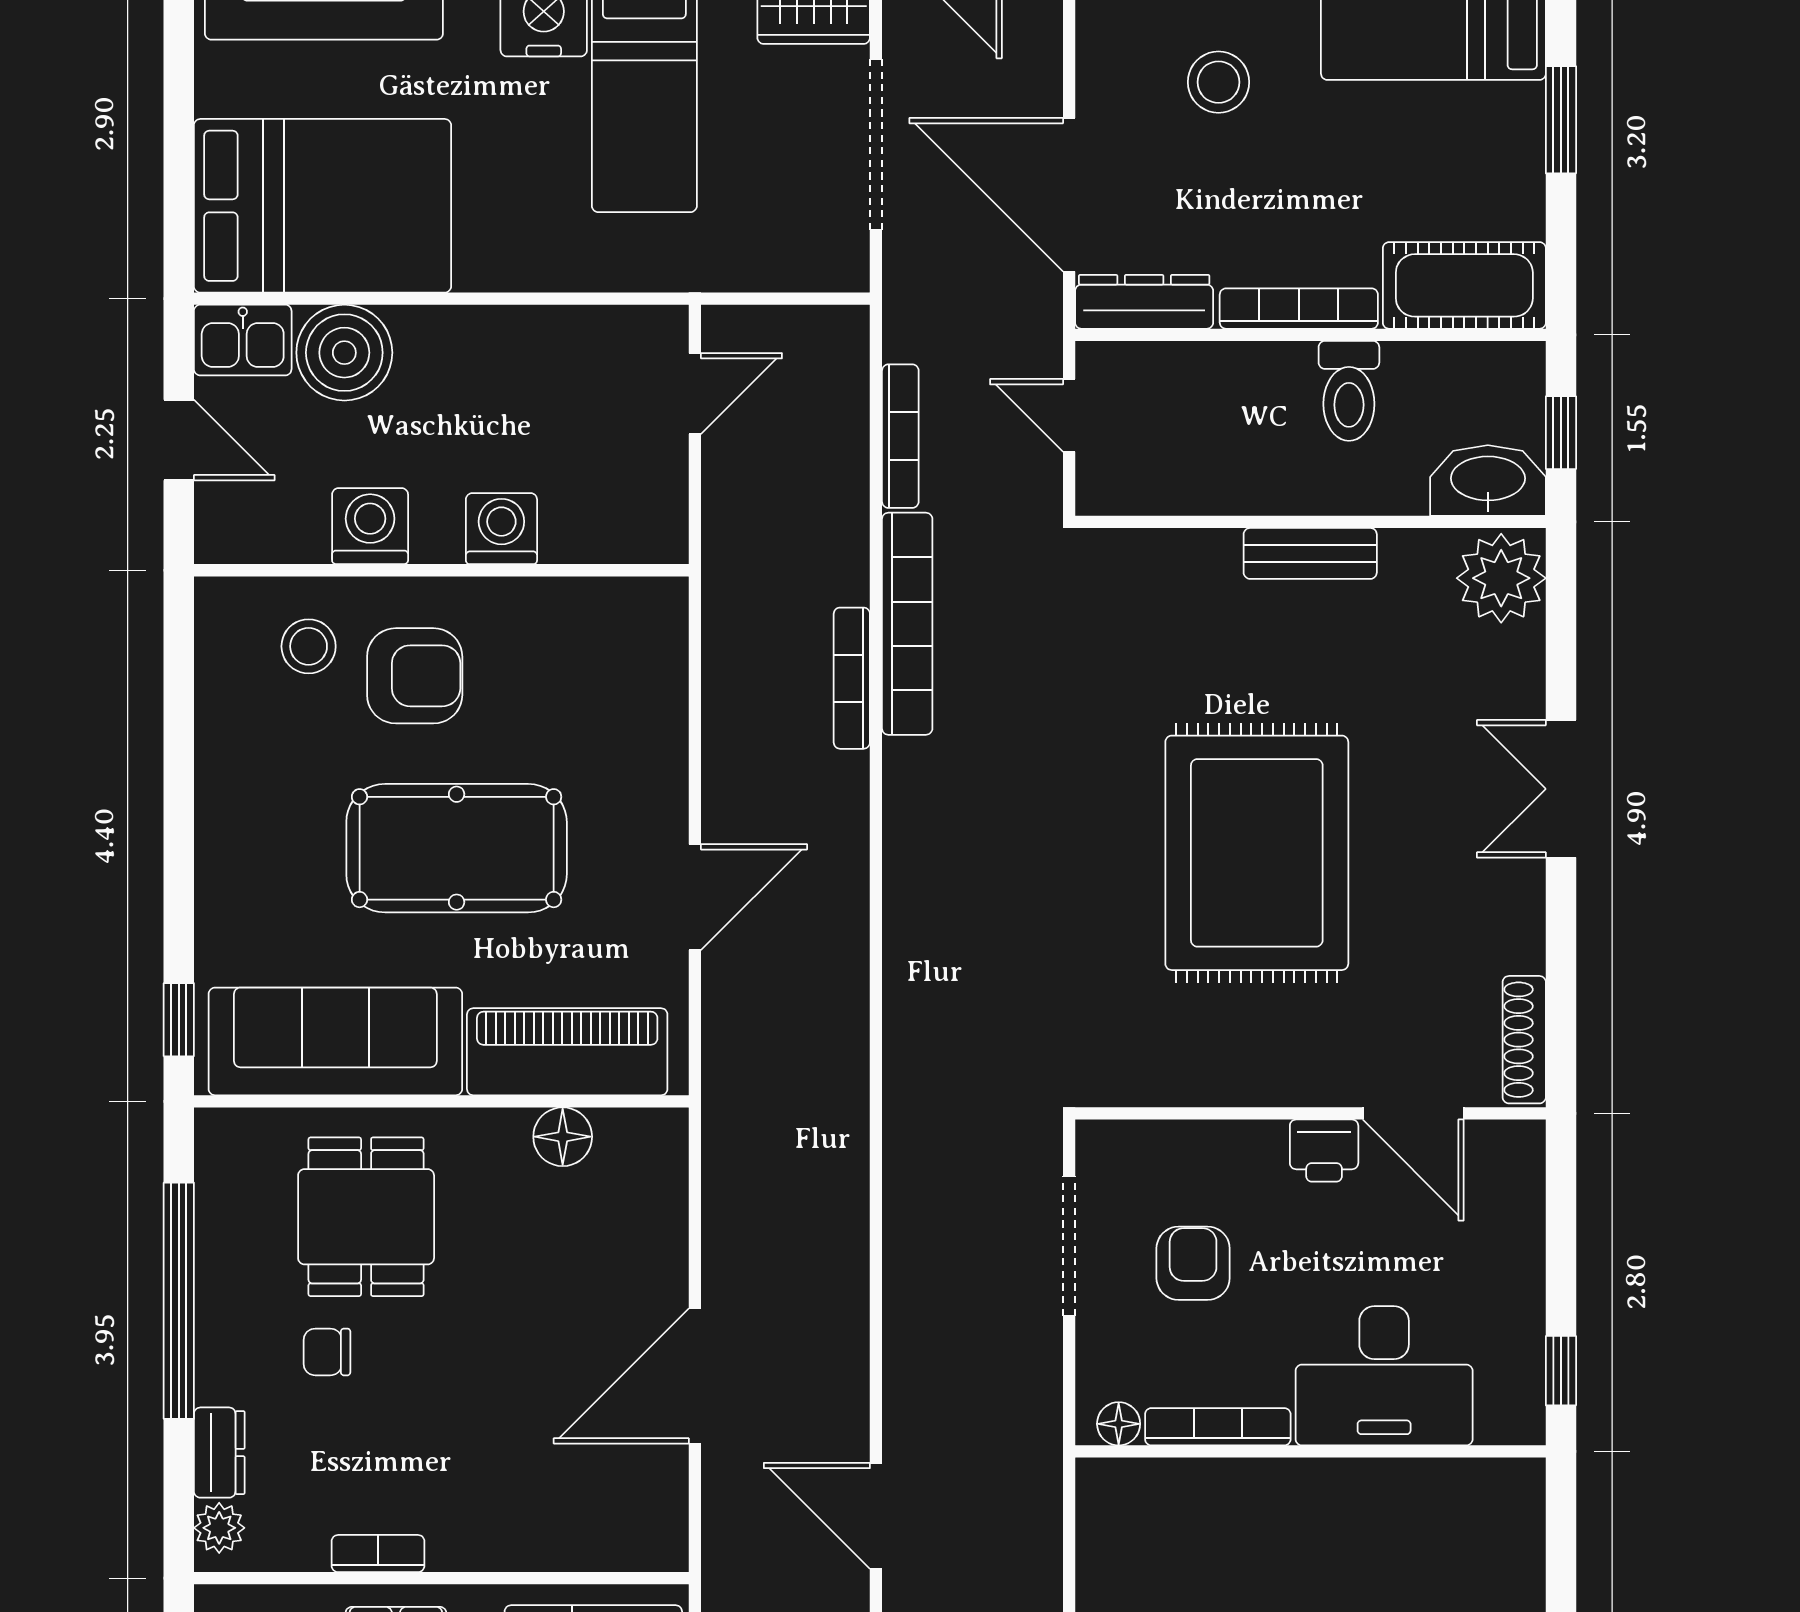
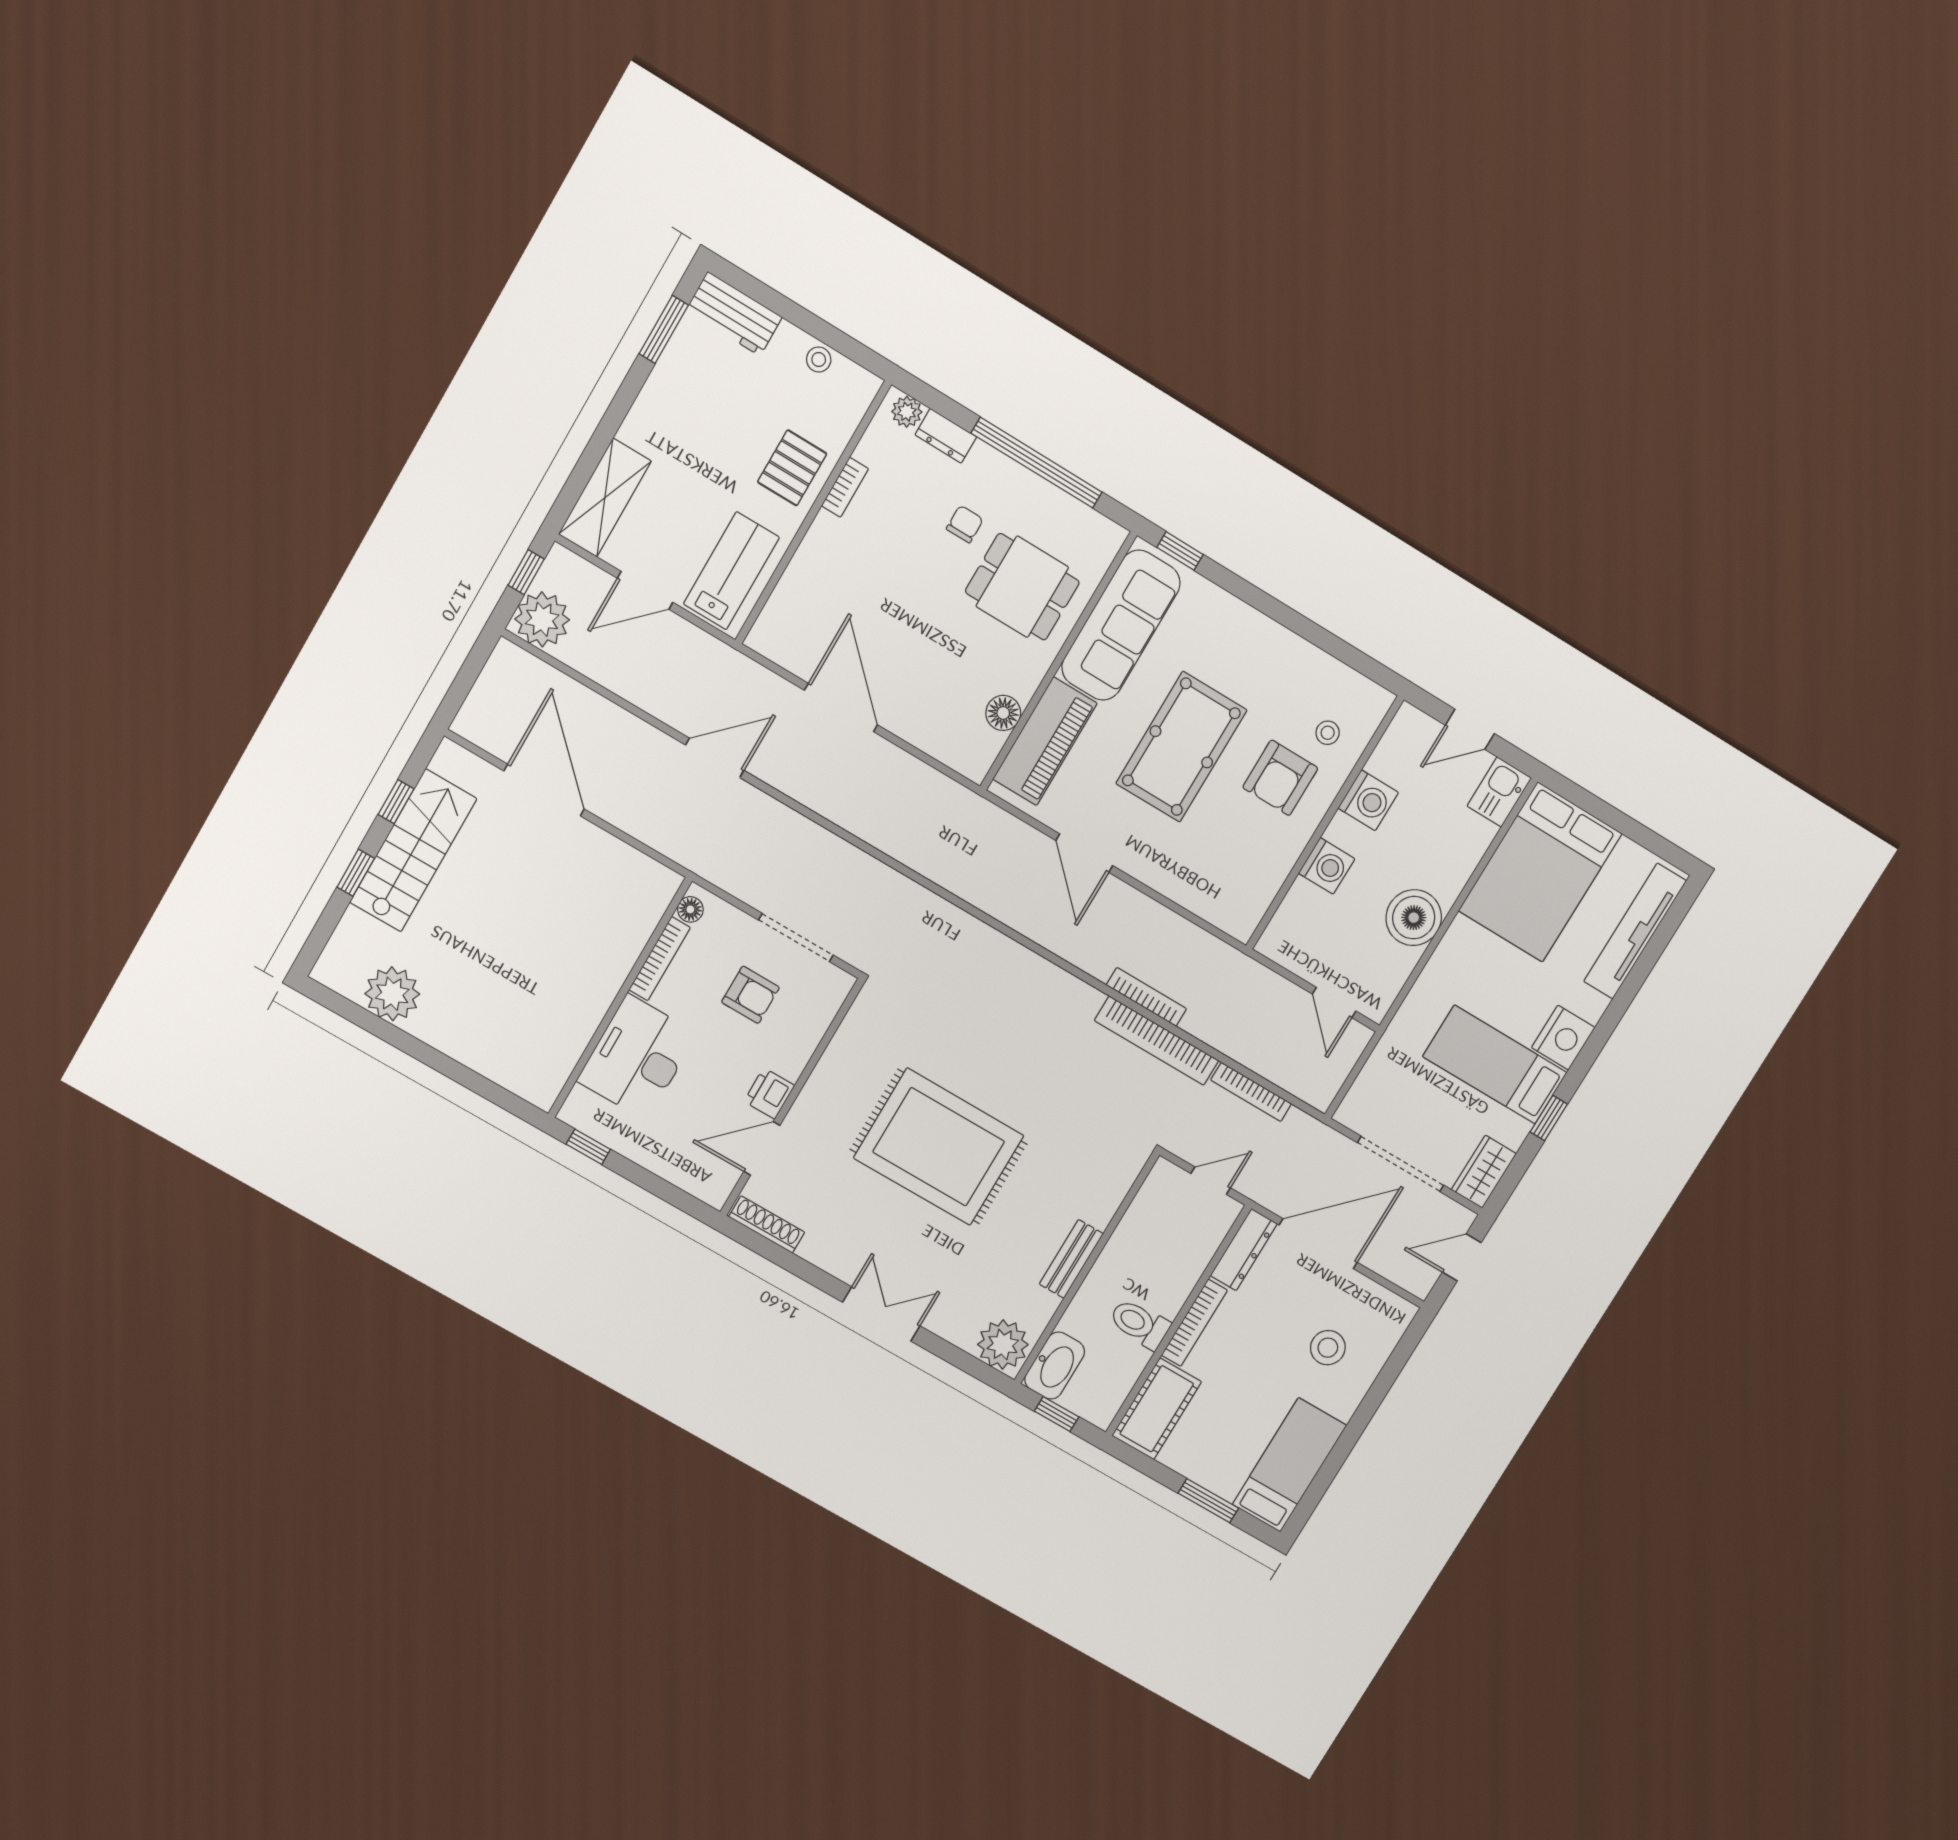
boiler: (344, 353) -> (1414, 918), moved
stool: (309, 646) -> (1328, 733), width x0.73, depth x0.73

